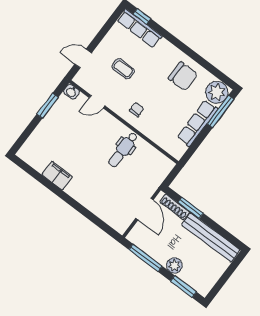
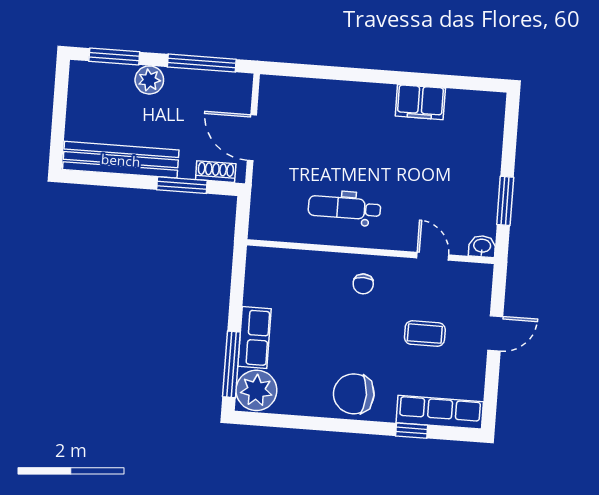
window: (142, 16) -> (412, 431), moved
door: (83, 58) -> (495, 333), moved
chair: (183, 76) -> (354, 394), moved
door: (97, 102) -> (433, 256), hinge flipped
row of seats: (197, 123) -> (254, 338), width x0.68
dental chair: (123, 150) -> (344, 208), turned -90
shoe rack: (175, 207) -> (216, 172), width x0.70

